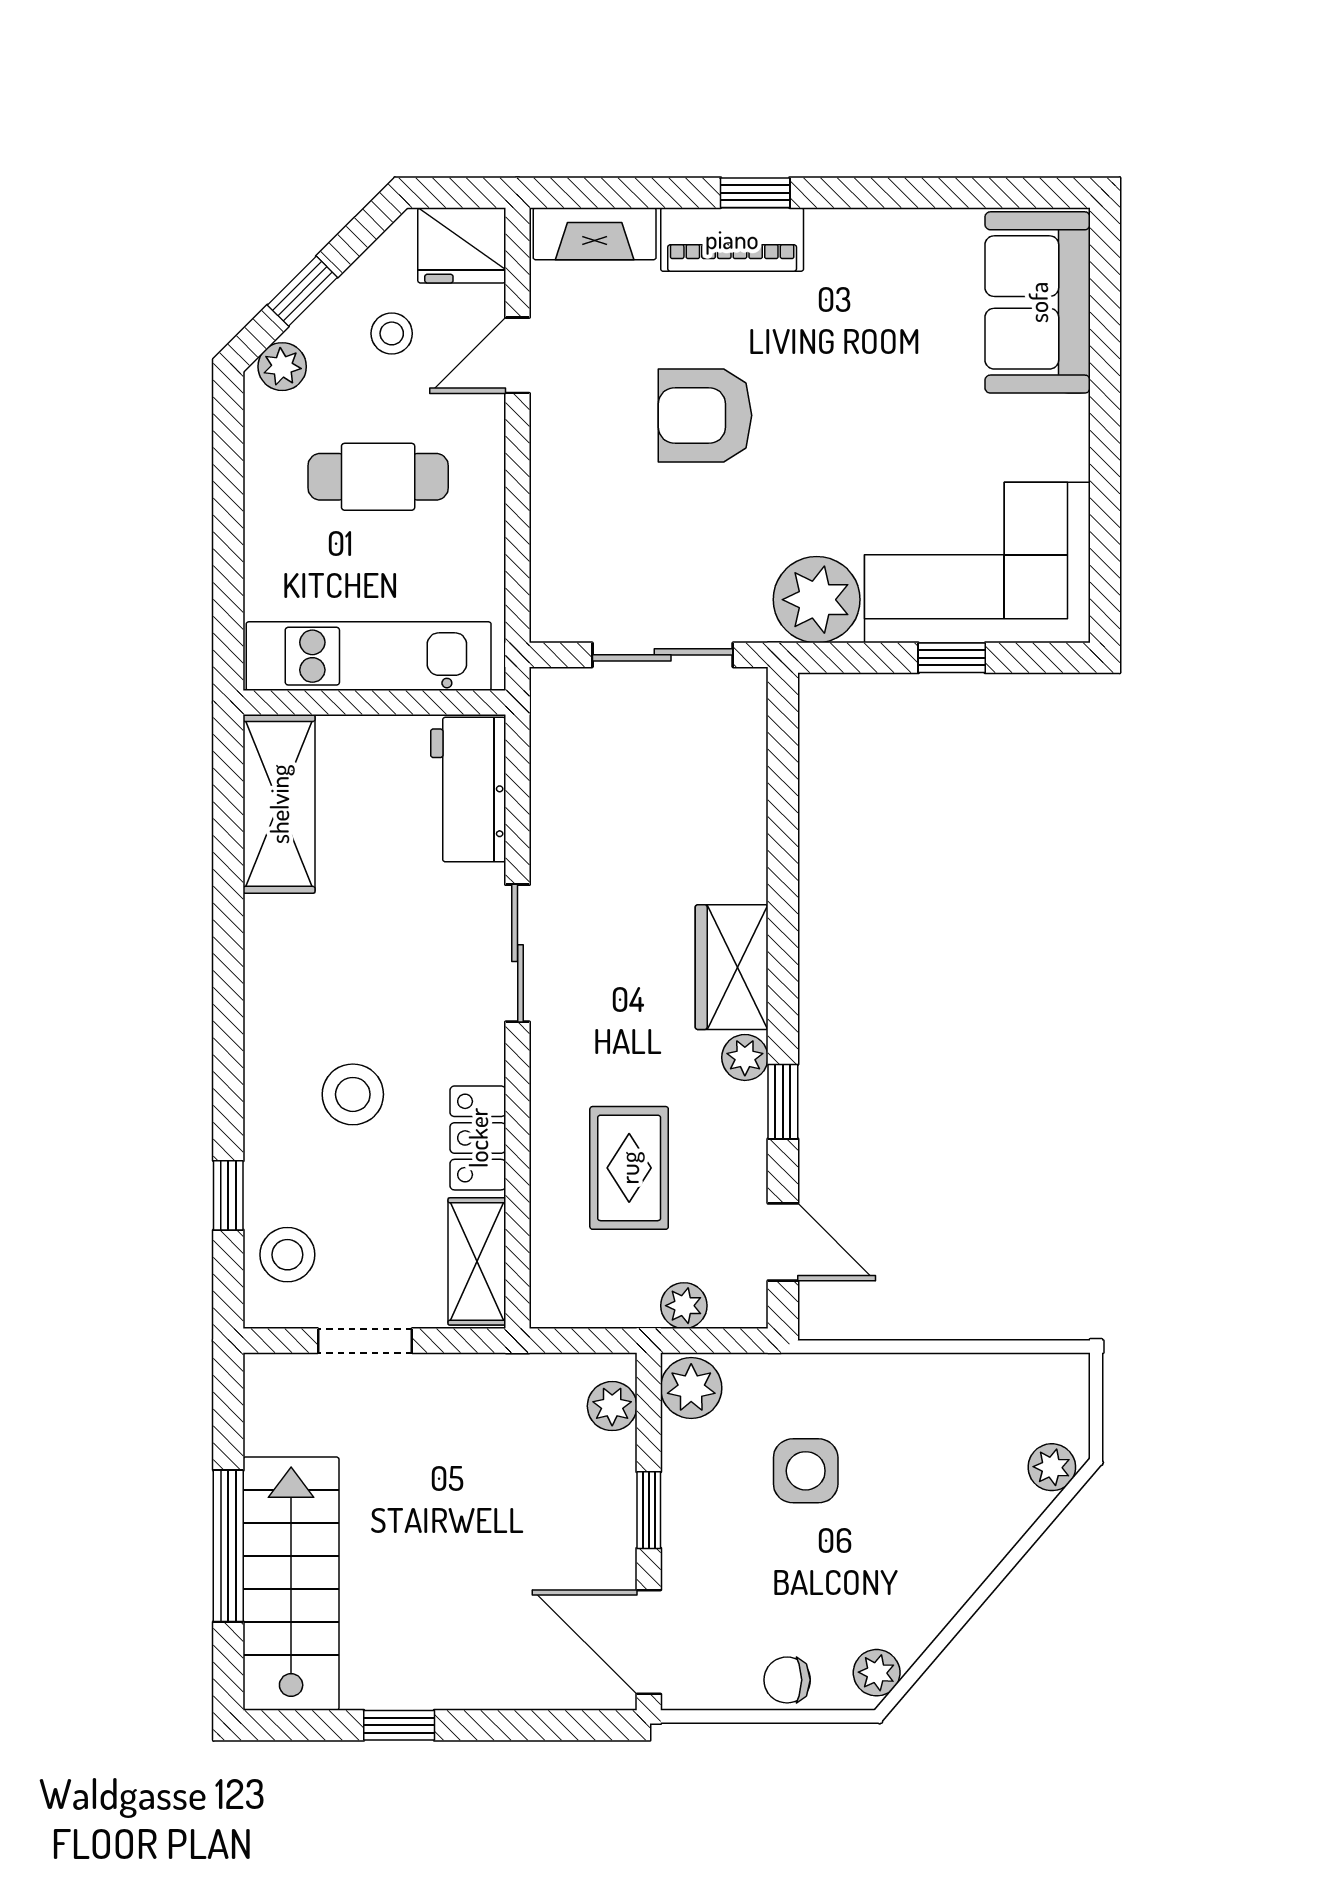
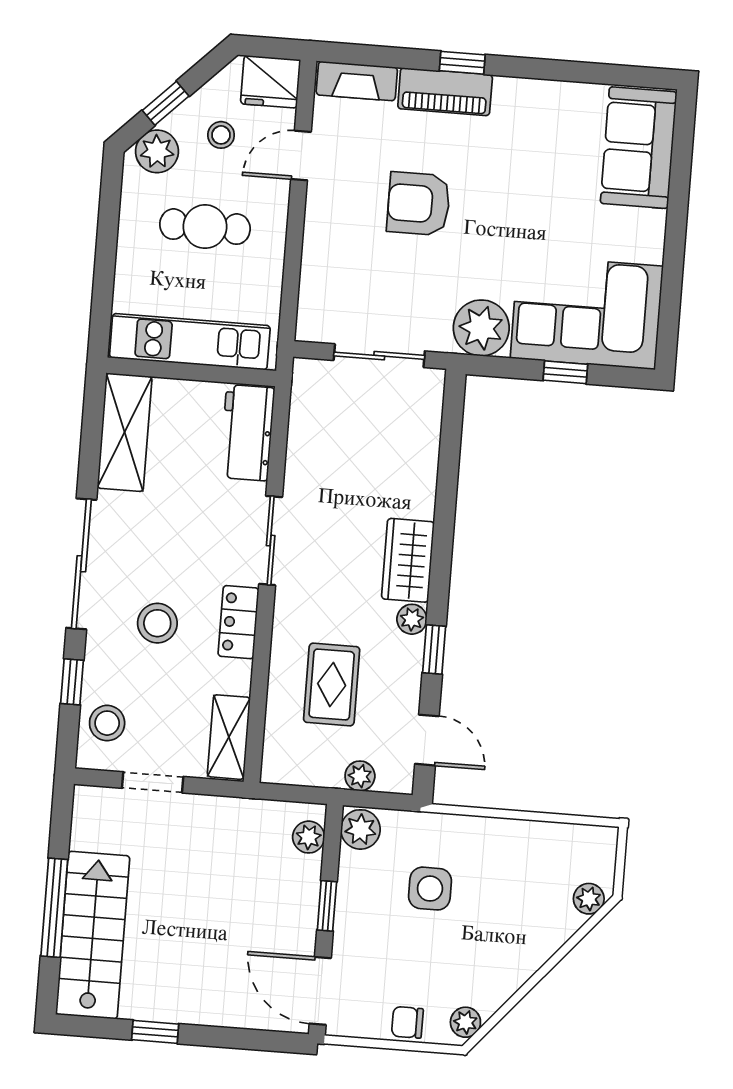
plant: (282, 367) -> (157, 151), width x1.38, depth x1.38
sliding door: (228, 1012) -> (81, 564), added
locker: (478, 1138) -> (238, 622), moved

